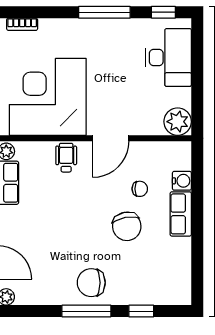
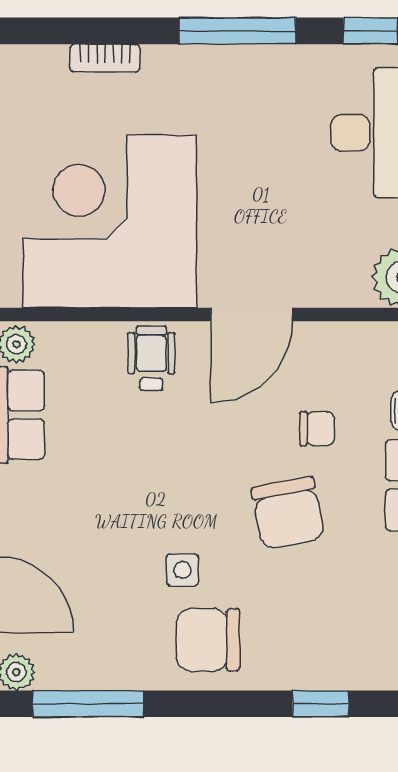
bookcase: (22, 24) -> (105, 58), moved
side table: (80, 252) -> (182, 570), added
window: (86, 311) -> (88, 704), moved

